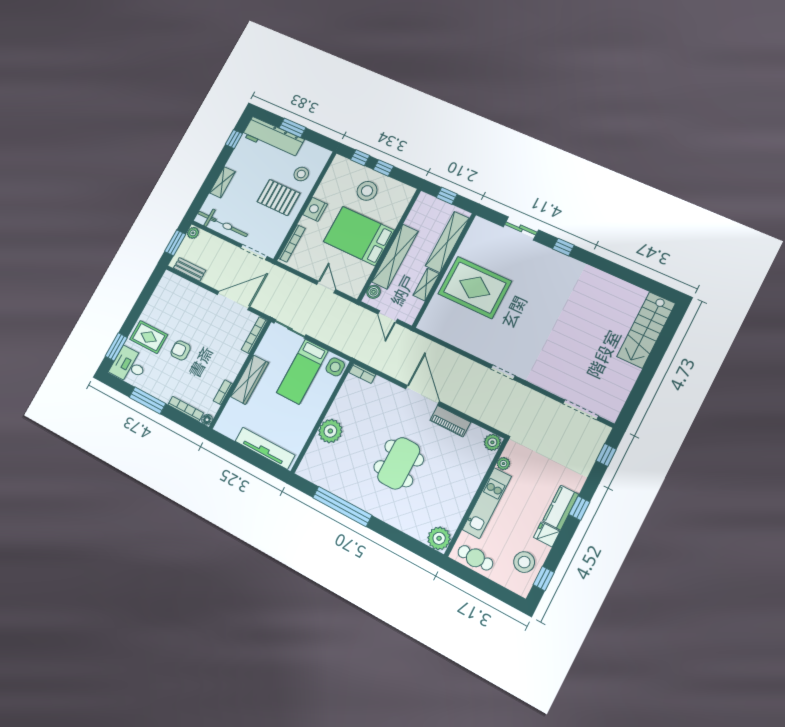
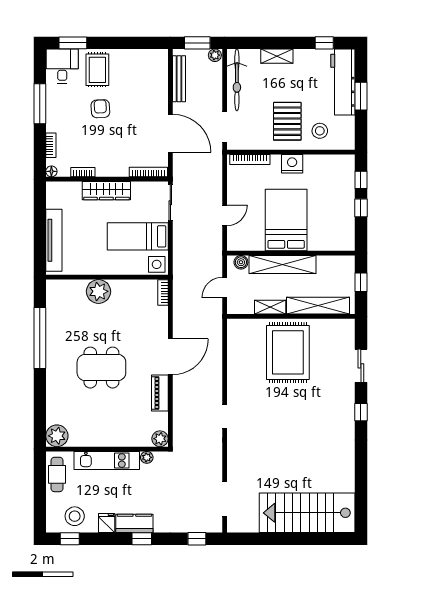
stool: (367, 191) -> (332, 204), removed
bench: (190, 269) -> (179, 79), width x1.36
stairs: (646, 330) -> (307, 513), width x1.36, depth x1.51
bookcase: (186, 409) -> (51, 145), width x0.64

